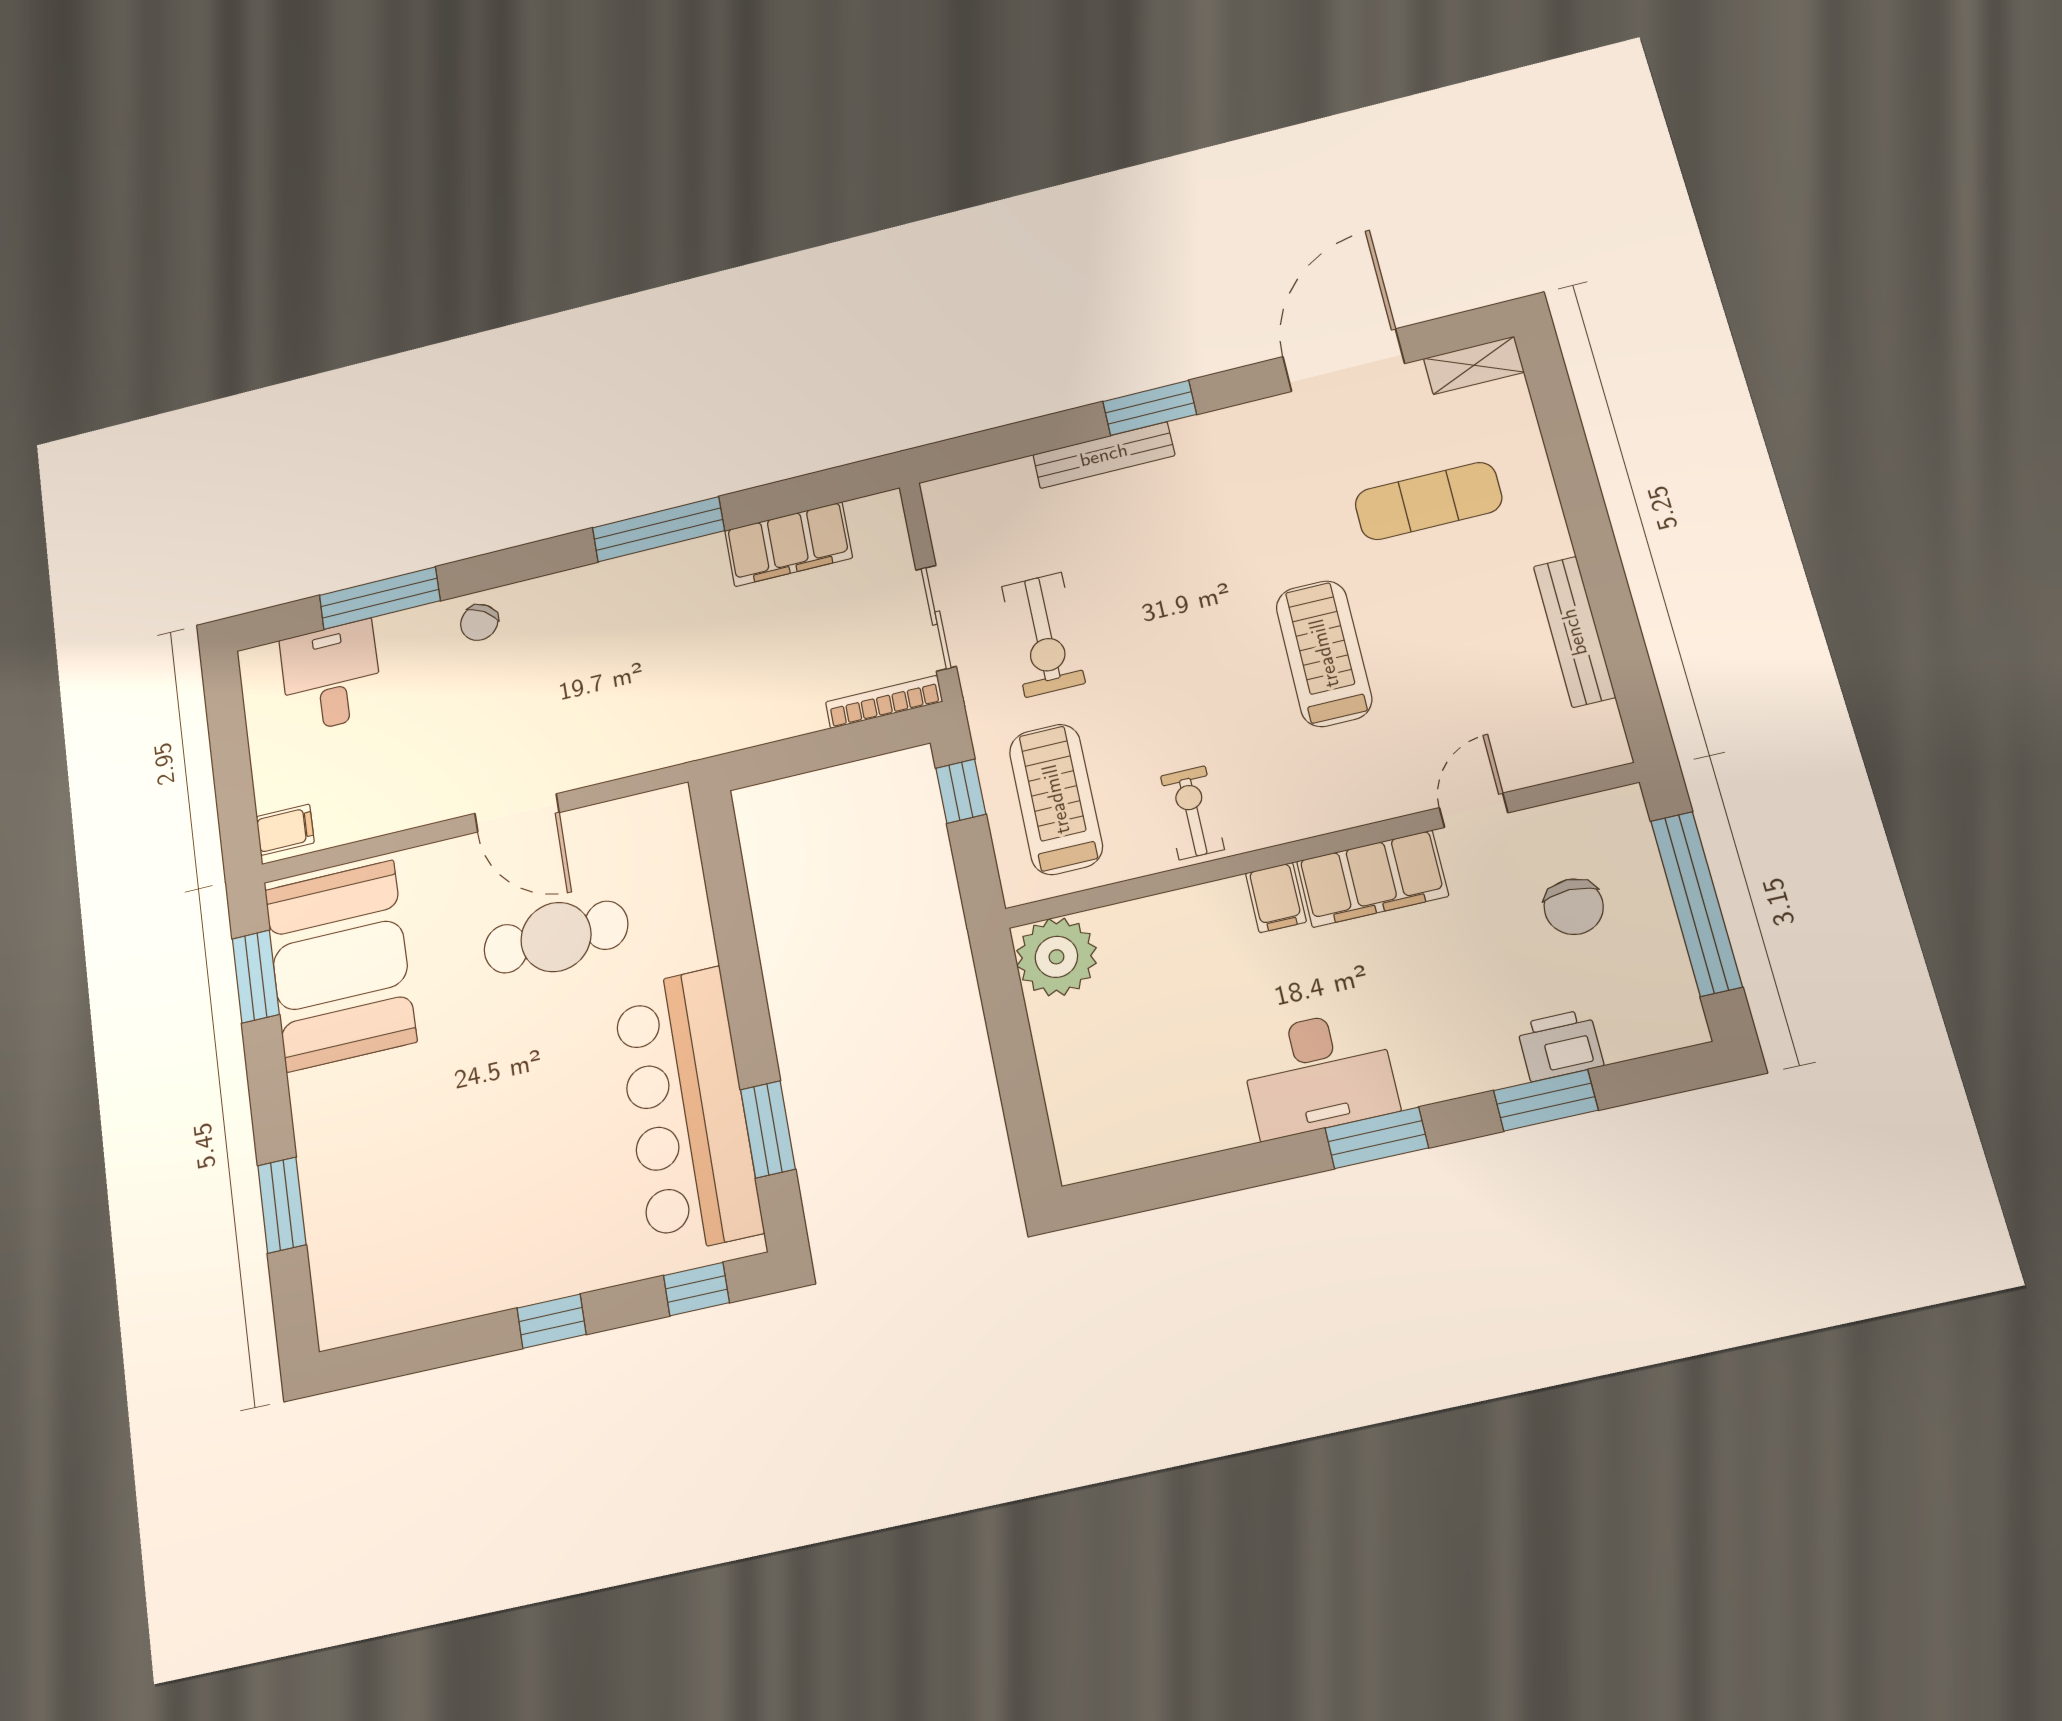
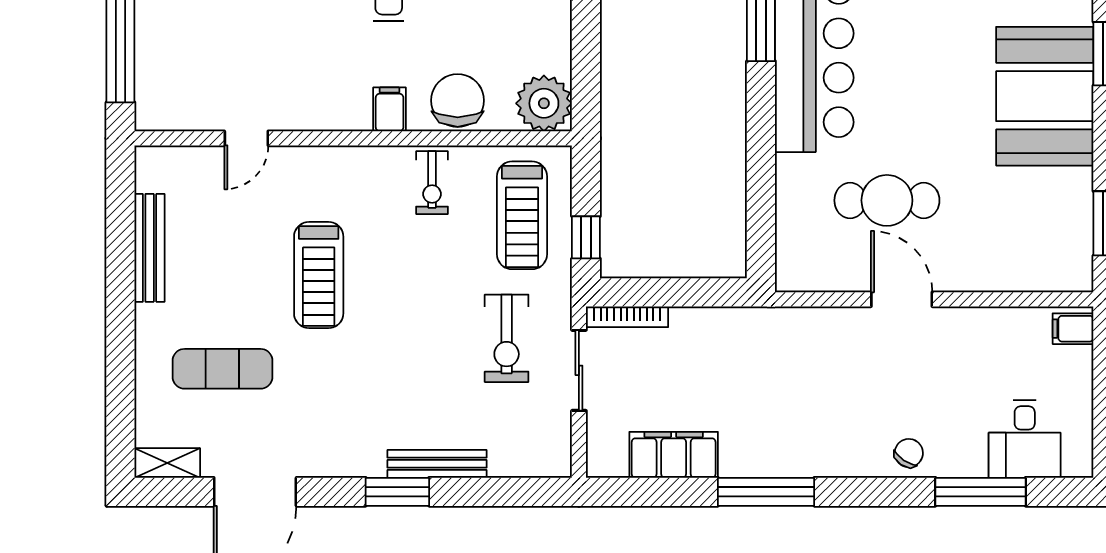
exercise bike: (1043, 635) -> (507, 338), turned 180
filing cabinet: (1372, 879) -> (323, 107), removed
chair: (1574, 907) -> (458, 100), moved, width x1.37, depth x1.37
booth: (340, 965) -> (1045, 96), moved

